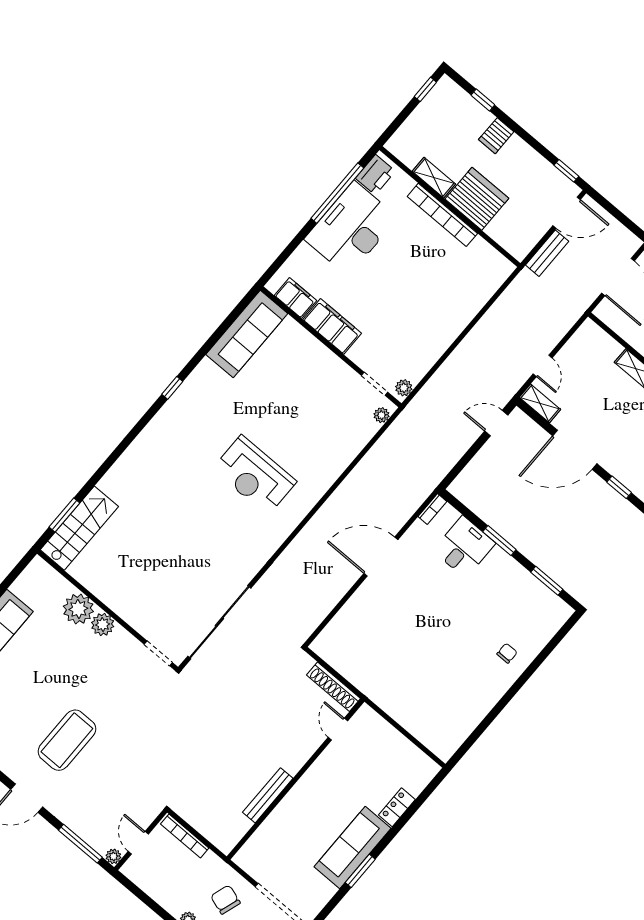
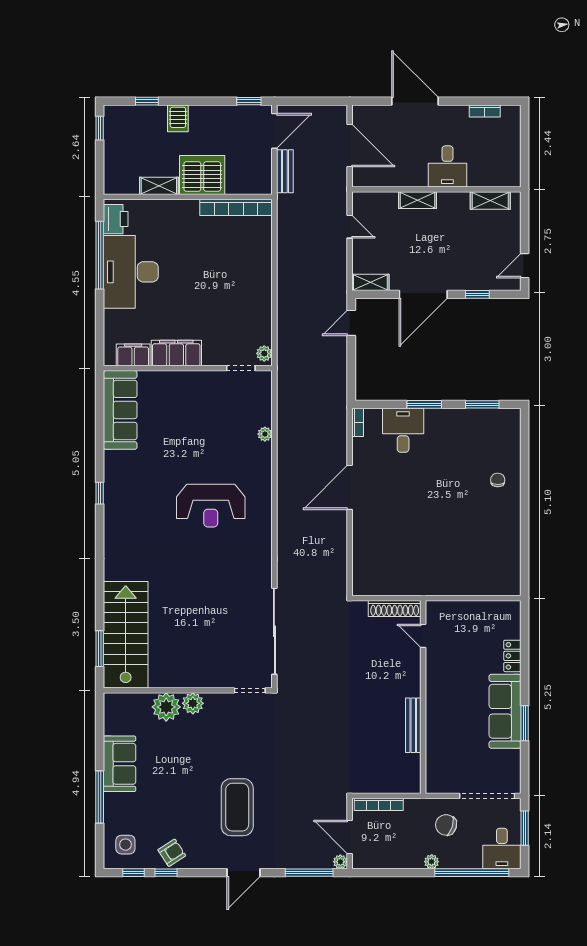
bookcase: (442, 215) -> (236, 207), moved
door: (543, 366) -> (350, 227), moved
plant: (382, 415) -> (265, 434), moved
stairs: (79, 528) -> (126, 635), width x1.36, depth x1.51
door: (138, 843) -> (350, 837), width x1.37

